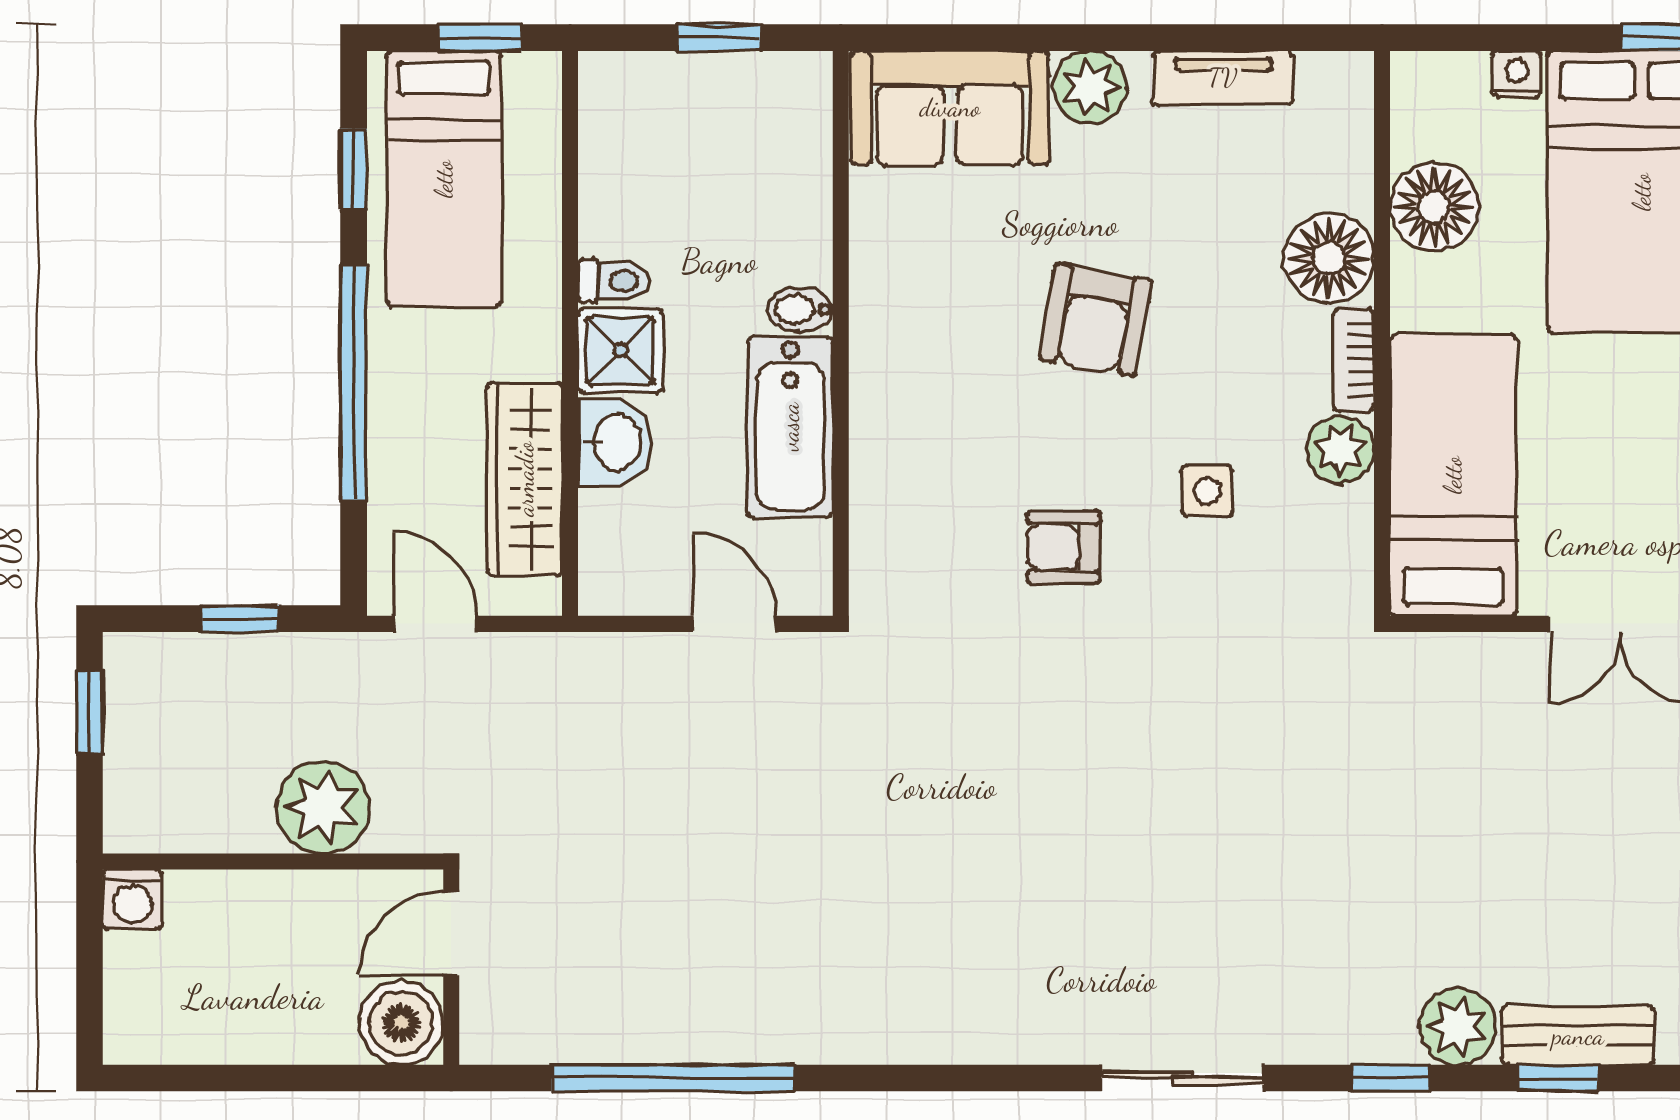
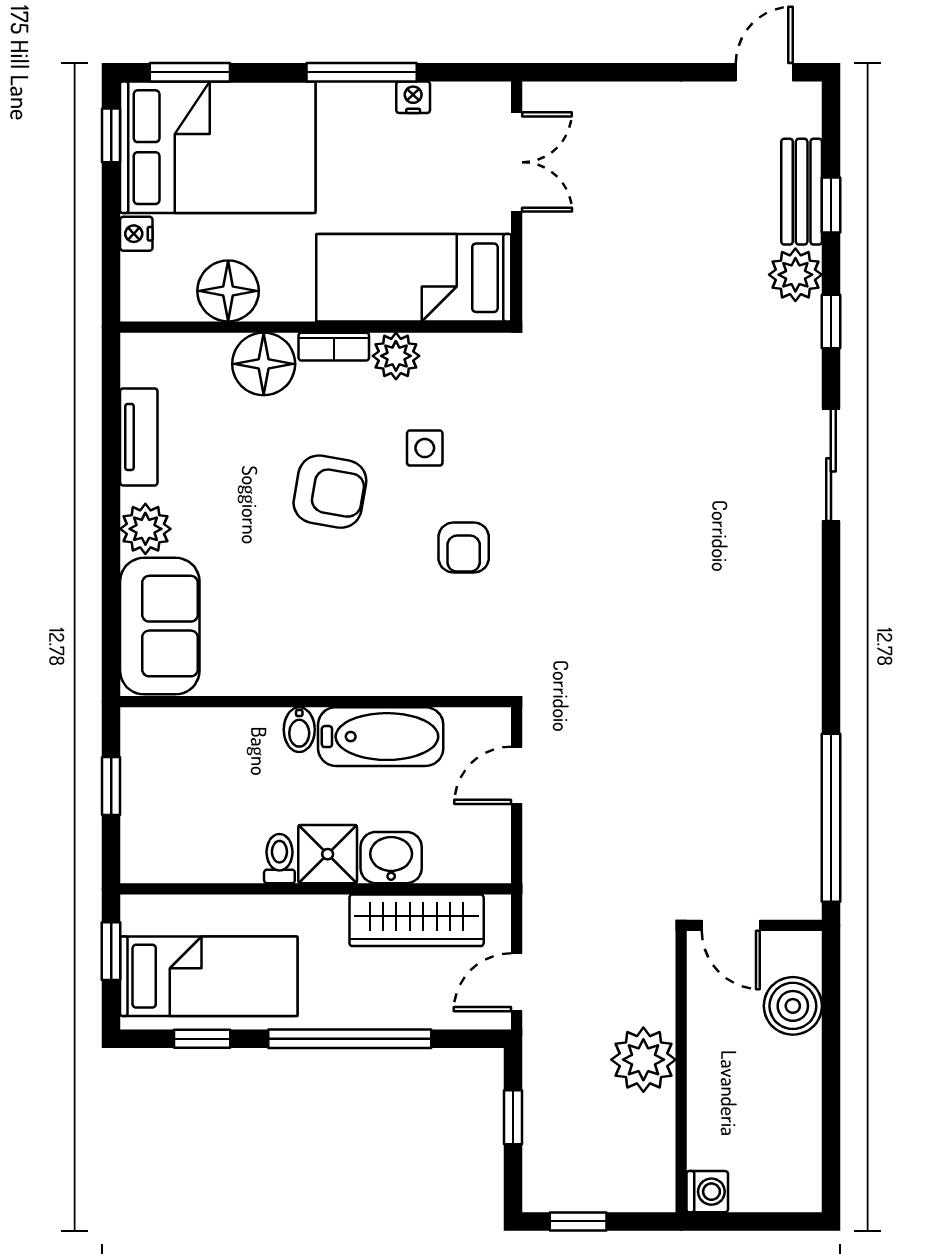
armchair: (1096, 320) -> (330, 492), moved
door: (451, 933) -> (731, 925), moved
wall: (451, 967) -> (754, 925), moved

